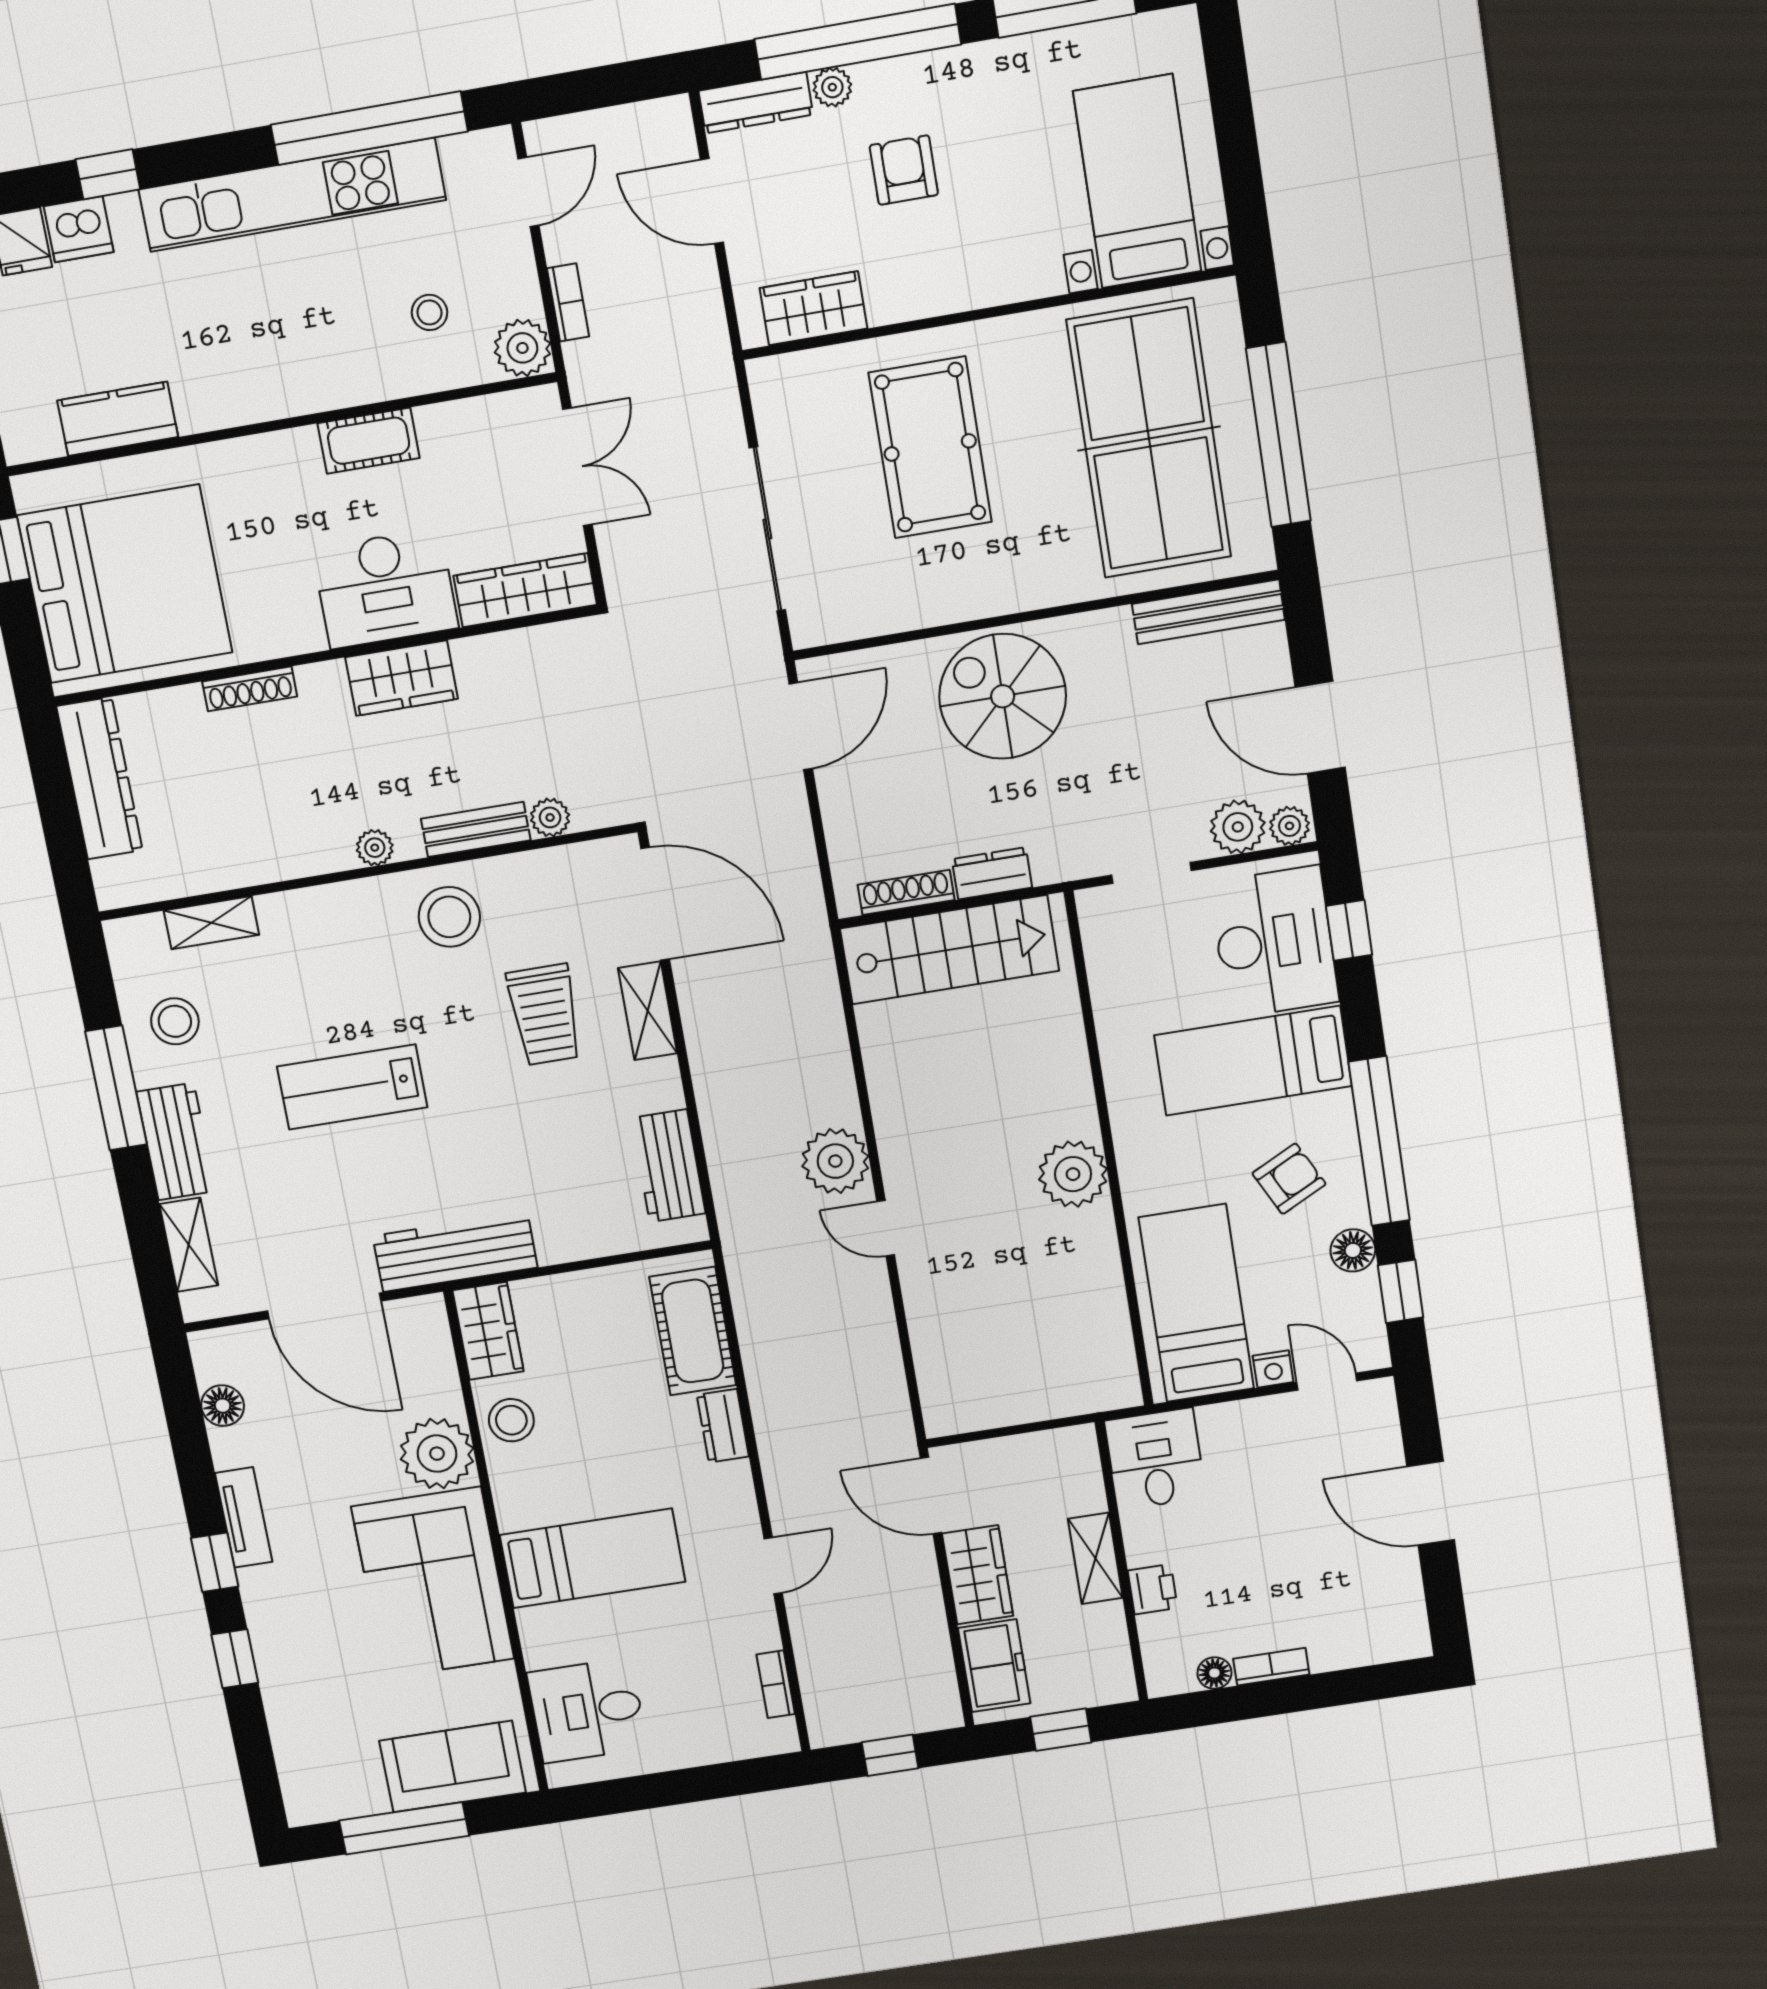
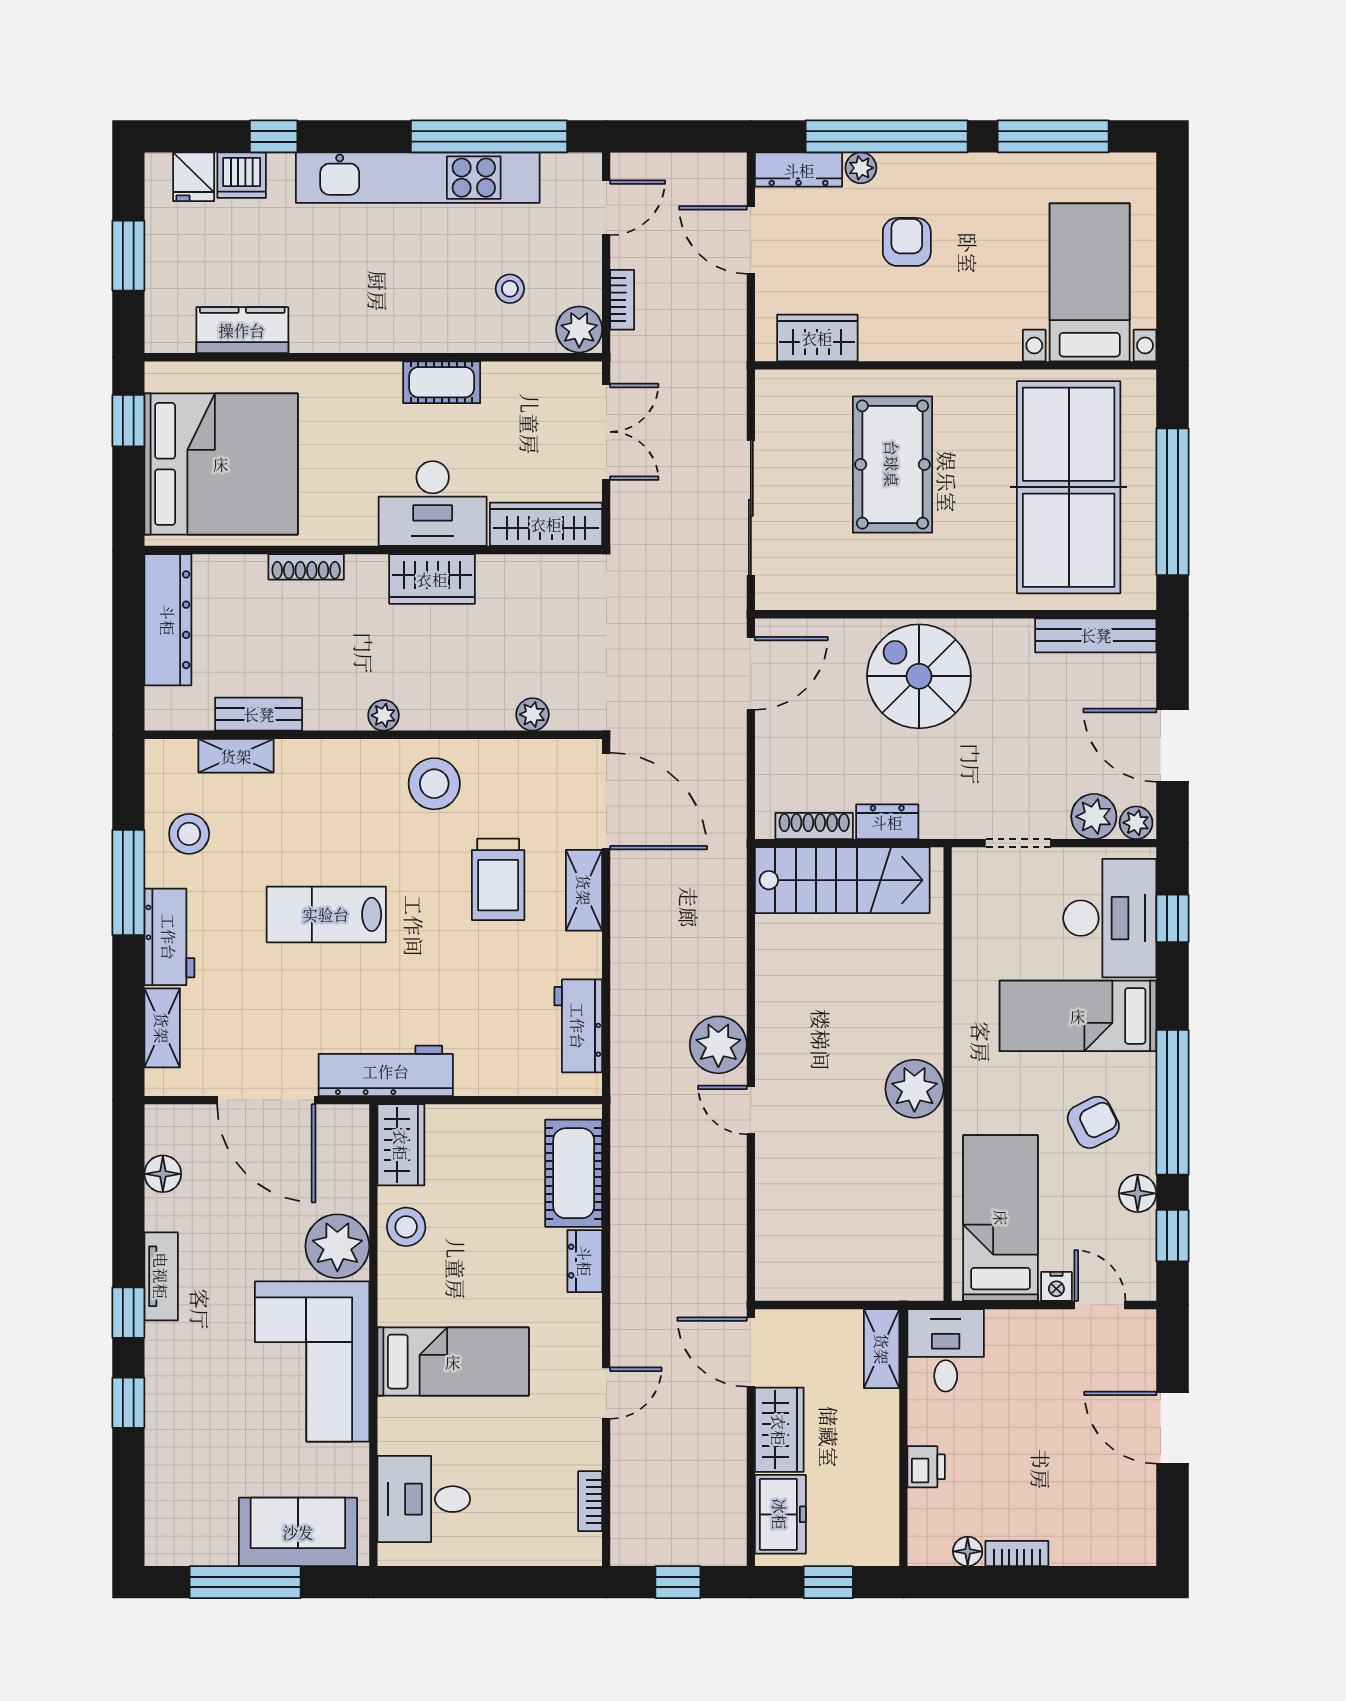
bench: (476, 829) -> (259, 714), moved
shelving: (1095, 1558) -> (882, 1349), moved

